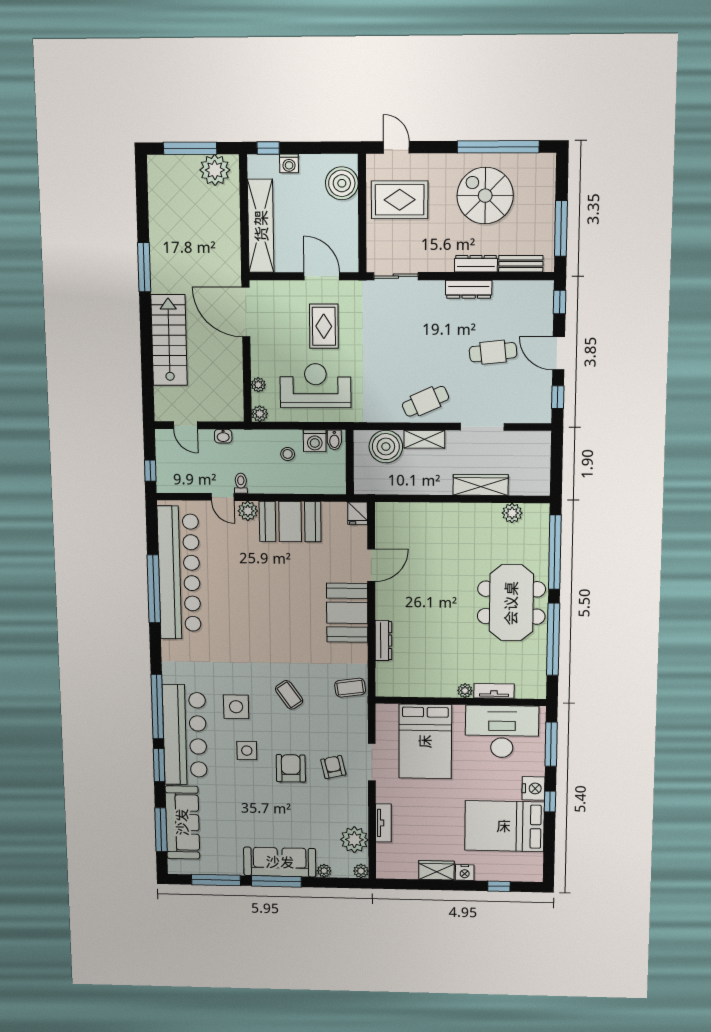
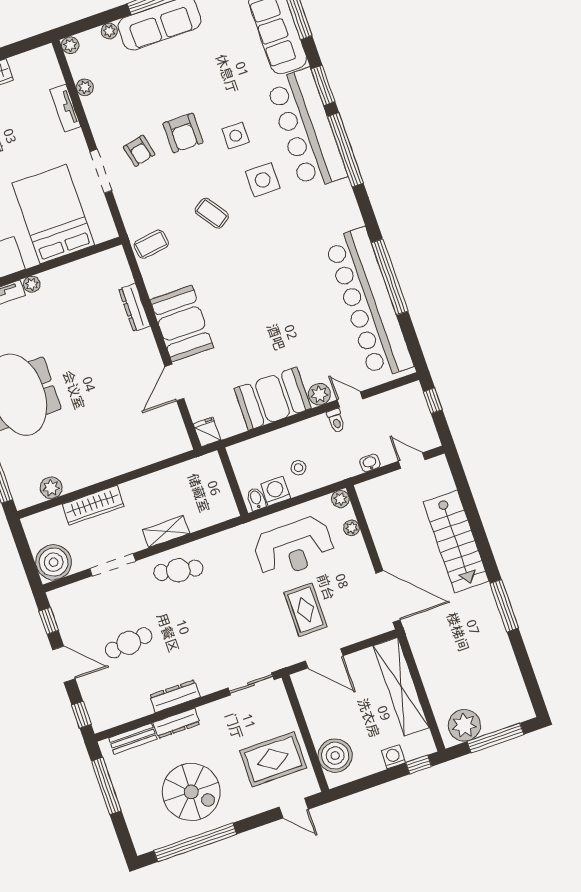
cafe table: (426, 401) -> (178, 570), turned 36
boiler: (386, 447) -> (54, 562), moved
plant: (354, 840) -> (85, 87), width x0.53, depth x0.53

